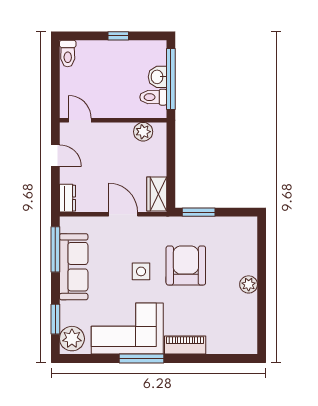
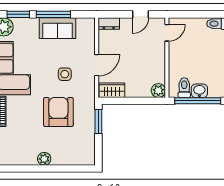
plant: (143, 132) -> (158, 91), moved
window: (55, 249) -> (53, 14), moved
armchair: (186, 265) -> (58, 112), turned -90
sofa: (74, 267) -> (57, 28), width x0.73
side table: (141, 271) -> (65, 74), moved

